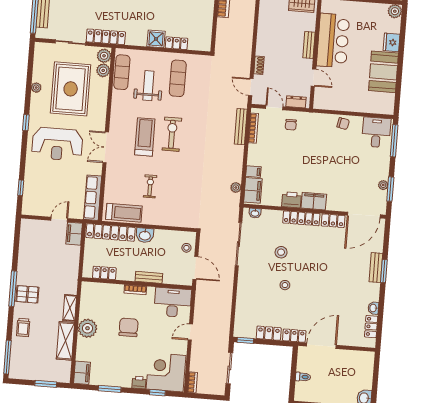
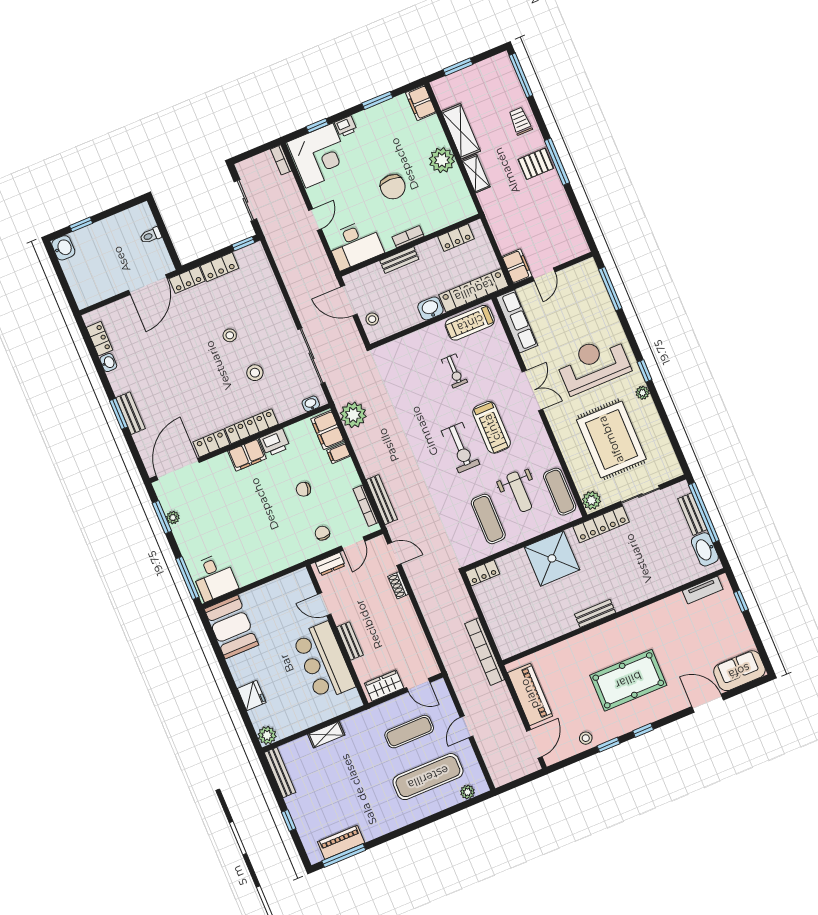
shower: (156, 39) -> (552, 558), width x1.86, depth x1.86
locker: (177, 43) -> (482, 573), moved
plant: (103, 70) -> (583, 482), removed
booth: (383, 72) -> (231, 627), moved
plant: (36, 88) -> (643, 393), moved
door: (274, 108) -> (353, 544), hinge flipped
chair: (343, 124) -> (303, 489), moved
plant: (236, 187) -> (353, 415), width x1.88, depth x1.88
window: (21, 188) -> (610, 289), width x2.17

